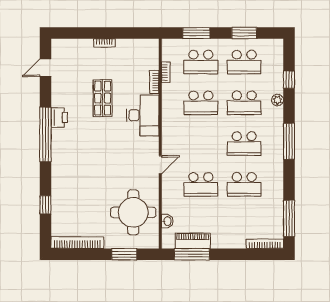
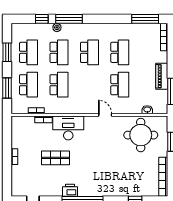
window: (289, 141) -> (69, 19), moved
piano: (193, 241) -> (162, 76), moved

